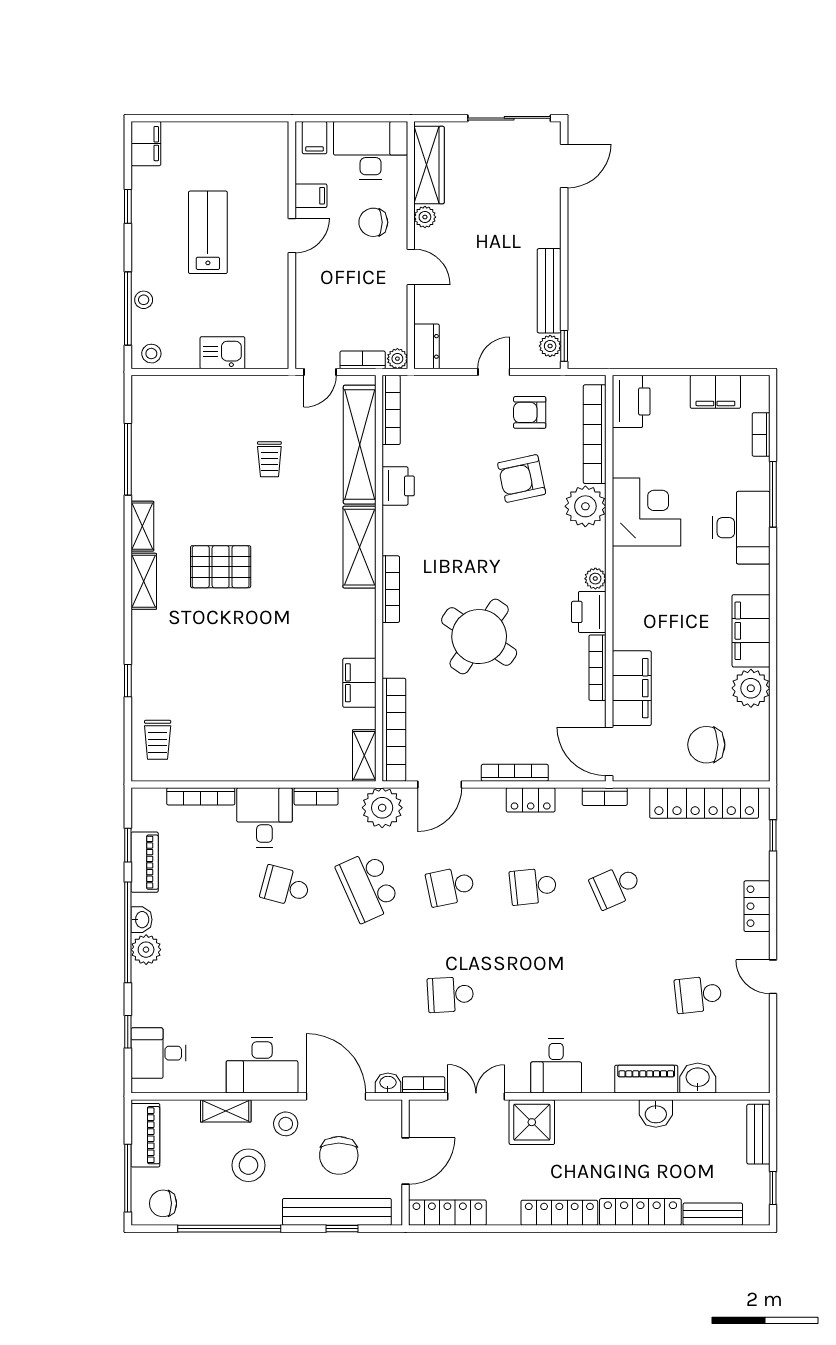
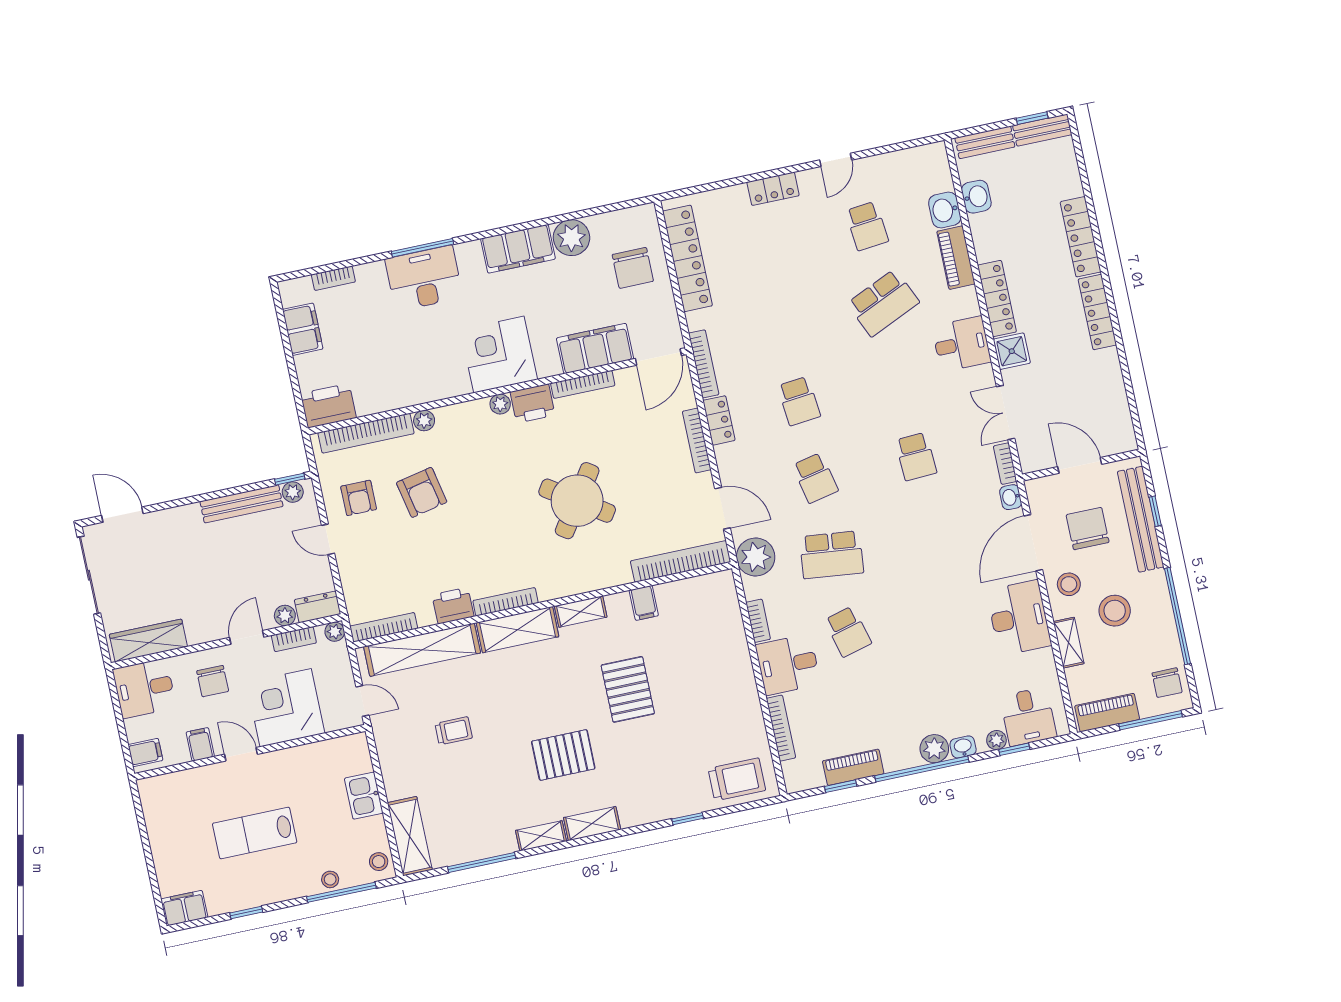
desk: (371, 150) -> (144, 688), width x0.73
plant: (425, 217) -> (285, 616), moved
corner desk: (330, 292) -> (286, 708), added
bookcase: (363, 360) -> (294, 639), moved, turned -90
shelving: (171, 391) -> (410, 836), added
window: (773, 494) -> (422, 248), moved
plant: (585, 506) -> (424, 421), width x0.53, depth x0.53
corner desk: (646, 512) -> (499, 355), moved
pallet: (221, 567) -> (563, 755), turned 90
bookcase: (391, 589) -> (506, 602), moved
pallet: (274, 647) -> (628, 689), added
filing cabinet: (359, 683) -> (644, 603), width x0.50
trolley: (158, 740) -> (737, 779), width x1.36, depth x1.39
shelving: (364, 755) -> (581, 612), moved
bookcase: (605, 797) -> (704, 364), width x1.56
window: (773, 835) -> (704, 188), removed
school desk: (285, 886) -> (848, 632), turned -30
school desk: (368, 886) -> (832, 555), turned 30
school desk: (616, 886) -> (883, 303), moved, width x1.85
washbasin: (142, 920) -> (963, 747), moved
plant: (141, 1015) -> (996, 740), added
washbasin: (656, 1113) -> (976, 197), moved
shower: (532, 1122) -> (1012, 351), width x0.73, depth x0.73
chair: (339, 1155) -> (1088, 529), turned -90
locker: (447, 1213) -> (997, 299), moved, turned 180
bench: (713, 1214) -> (1042, 130), moved, turned 90

